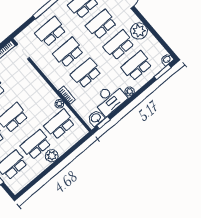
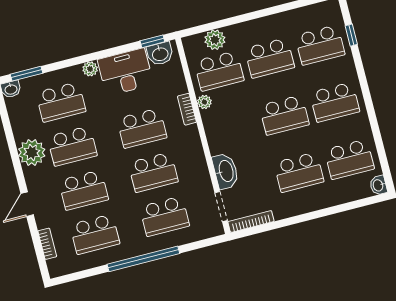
washbasin: (30, 72) -> (226, 171), added
plant: (52, 156) -> (215, 40), moved

